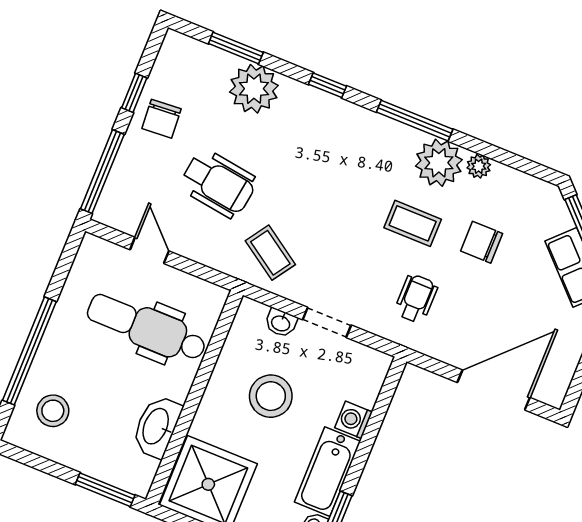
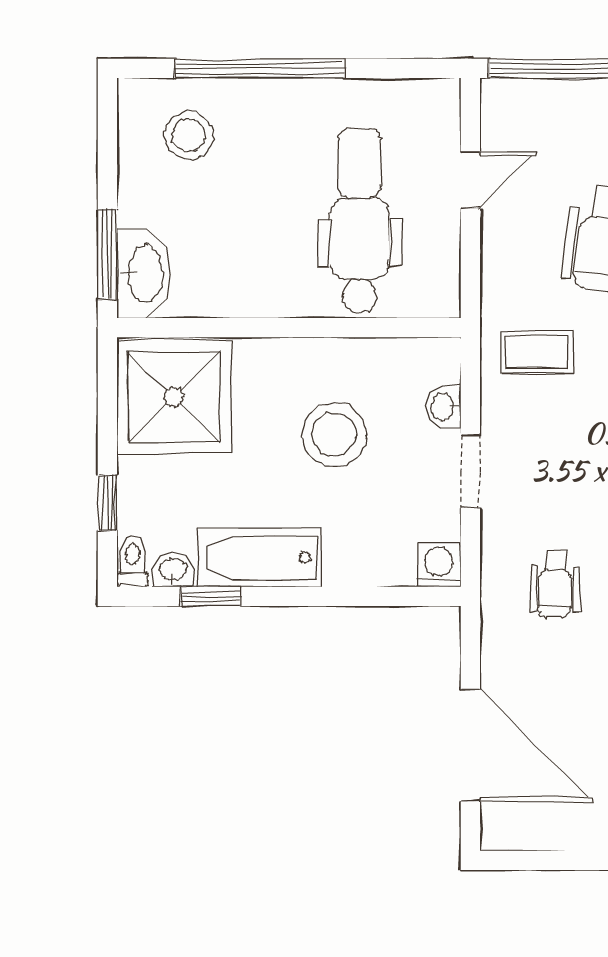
coffee table: (270, 253) -> (536, 352), turned 56
wheelchair: (416, 299) -> (555, 583), turned 91
washing machine: (354, 420) -> (439, 565), moved
washbasin: (157, 427) -> (144, 274), moved, turned 90

